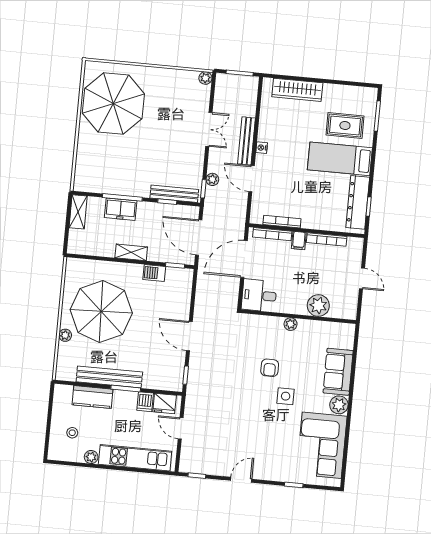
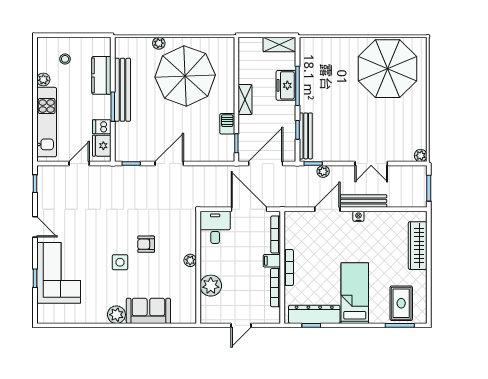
rug: (345, 125) -> (401, 303), moved
bookcase: (282, 222) -> (289, 268), moved
corner sofa: (322, 445) -> (59, 273), moved, turned 90

